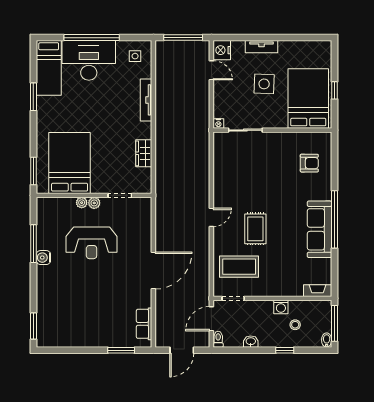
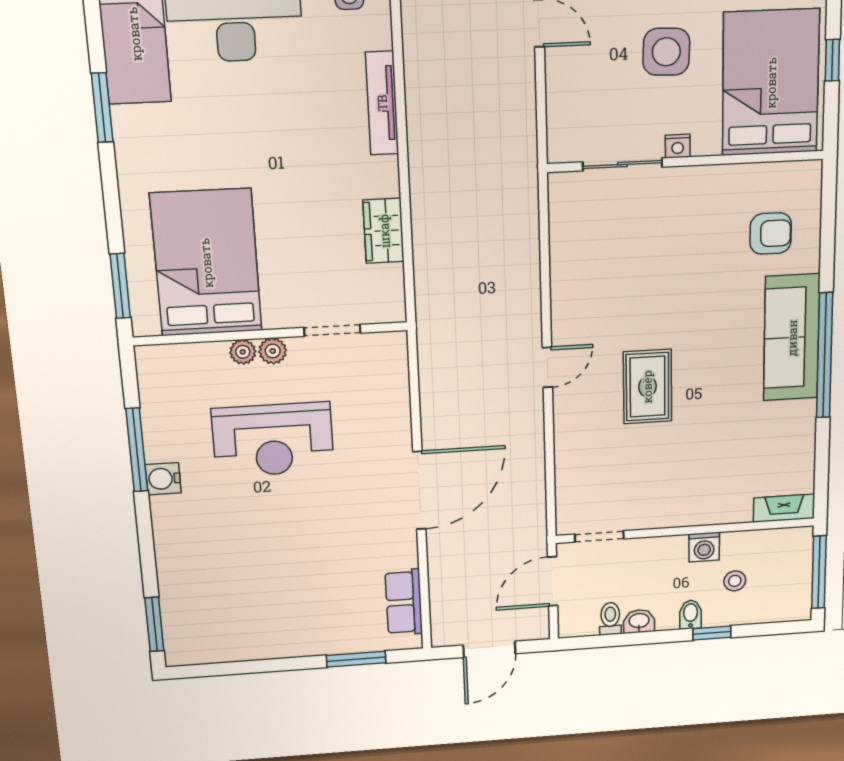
nightstand: (218, 123) -> (678, 146), moved
sofa: (319, 229) -> (792, 338), moved
coffee table: (239, 267) -> (612, 470), removed
toilet: (218, 339) -> (610, 619), moved
bidet: (327, 340) -> (691, 615), moved

